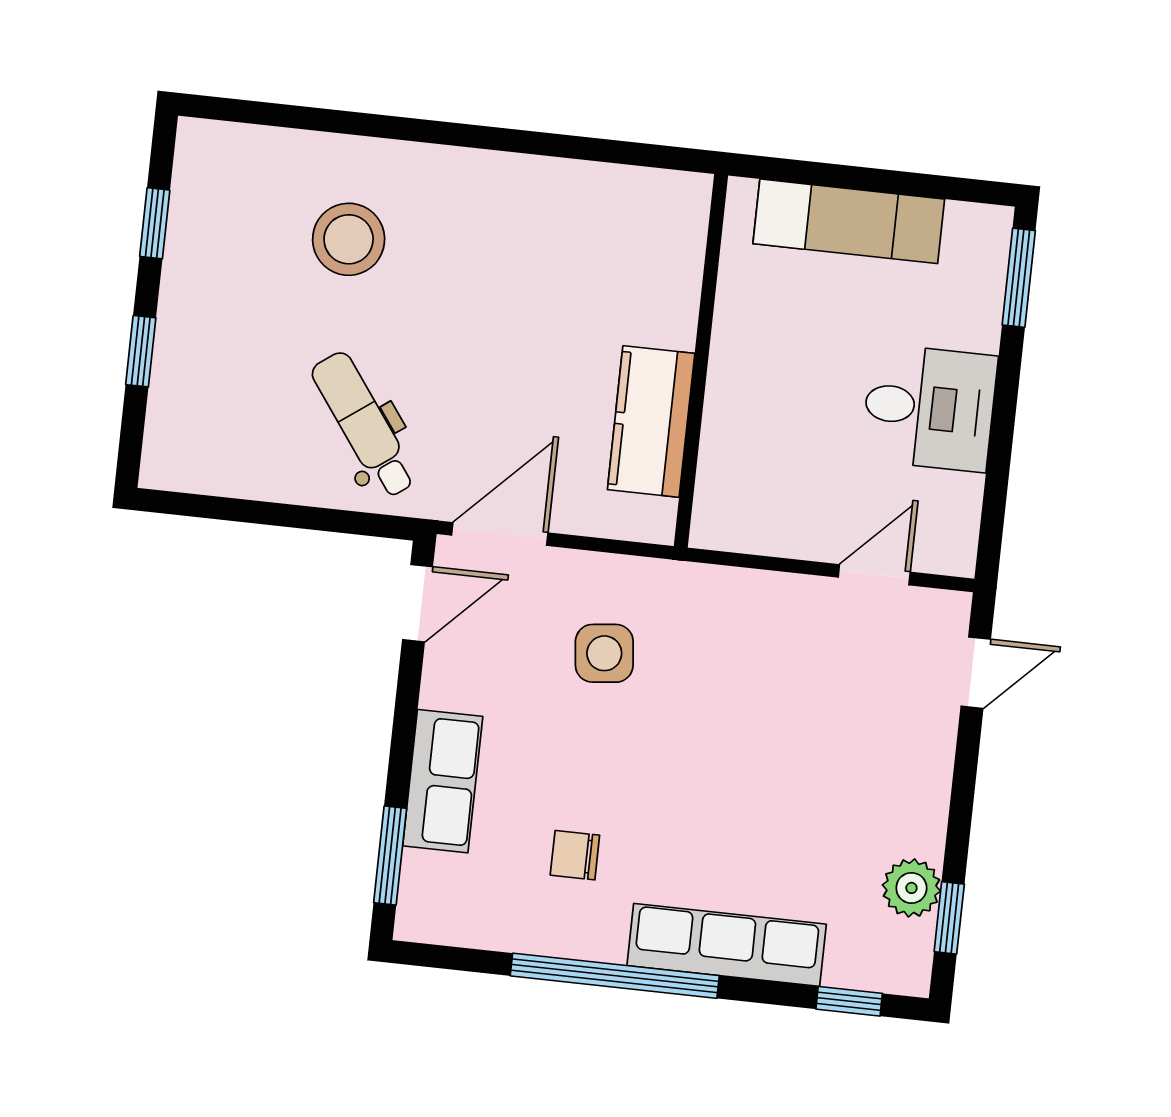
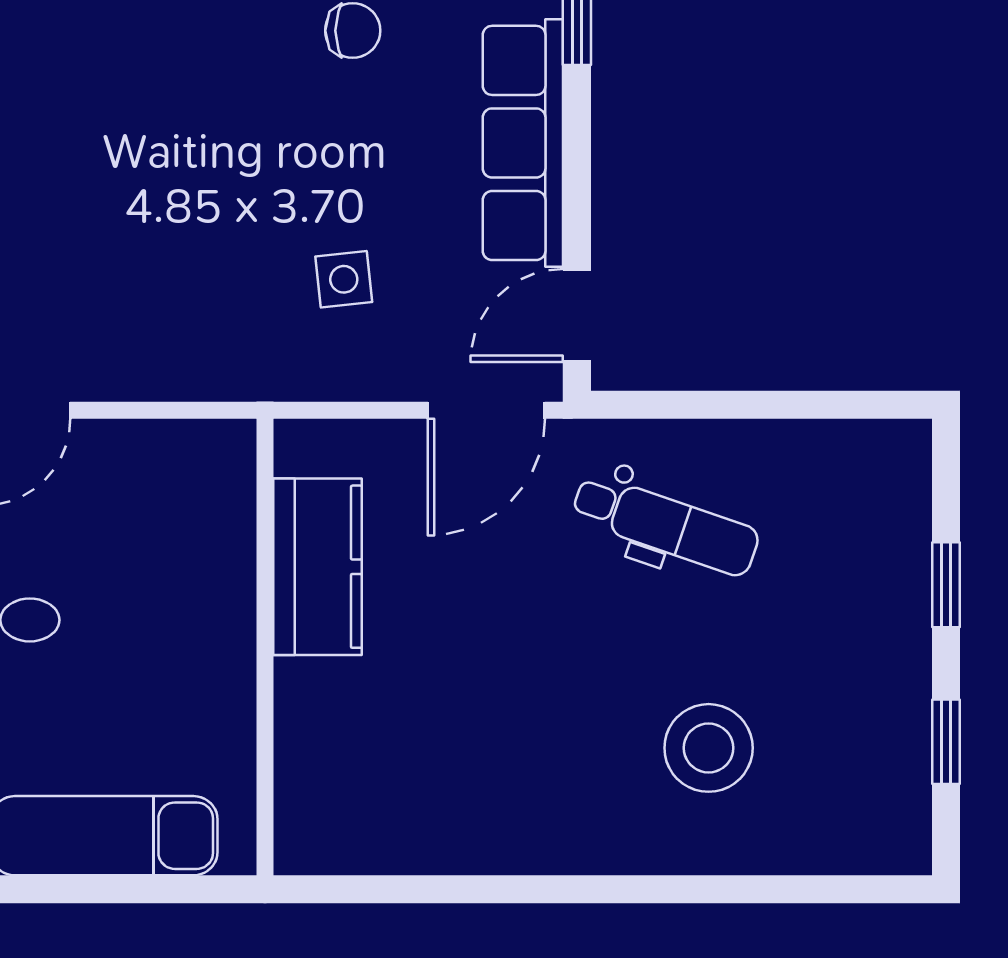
dental chair: (364, 425) -> (665, 525), turned -35
side table: (604, 653) -> (344, 279), width x0.73, depth x0.73
row of seats: (443, 781) -> (523, 143), width x1.48

